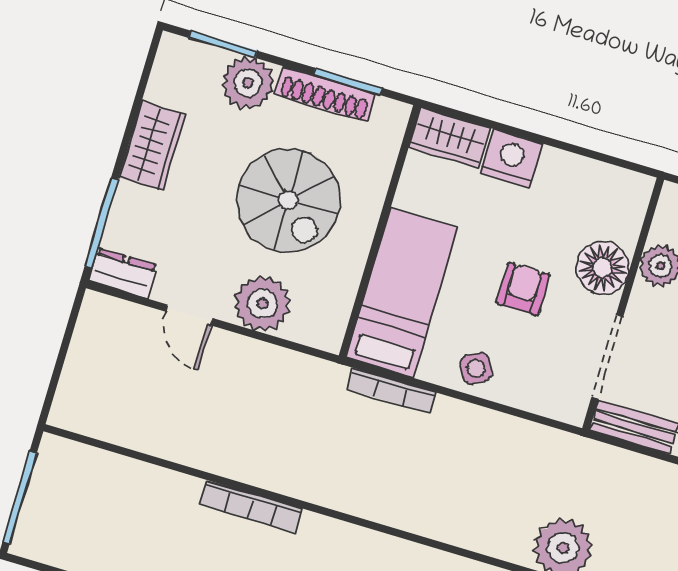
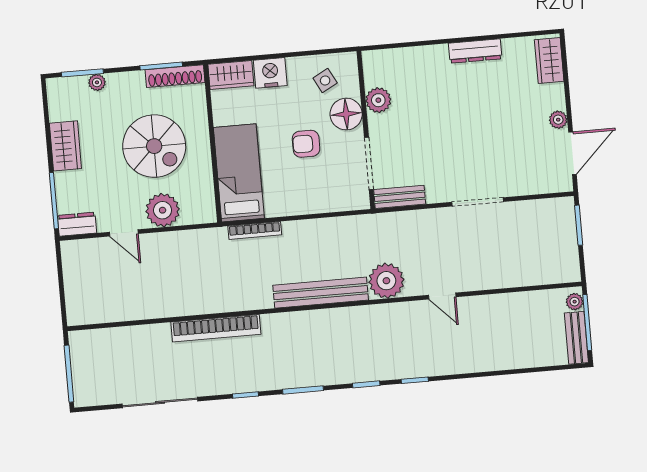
plant: (248, 83) -> (97, 82), width x0.53, depth x0.53
shoe rack: (325, 94) -> (175, 76), moved
armchair: (523, 289) -> (306, 144), turned -90
side table: (476, 368) -> (325, 80), moved
bookcase: (251, 506) -> (216, 328), width x1.48, depth x1.31
bench: (455, 526) -> (321, 293), added

